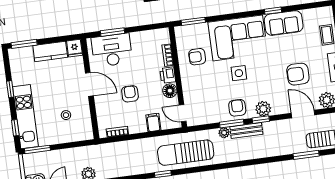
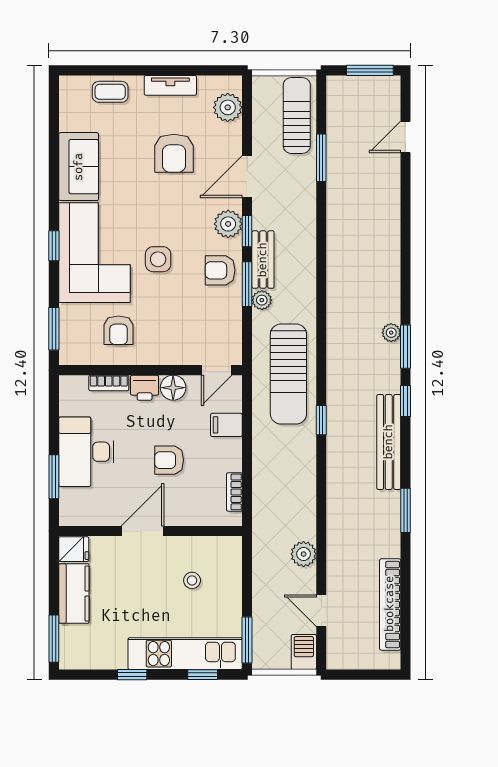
window: (273, 11) -> (54, 246), moved
desk: (112, 50) -> (86, 452), moved
door: (303, 114) -> (247, 177), moved

